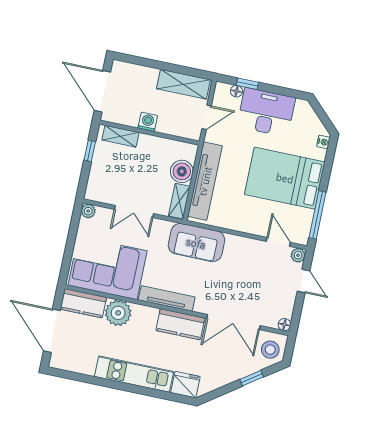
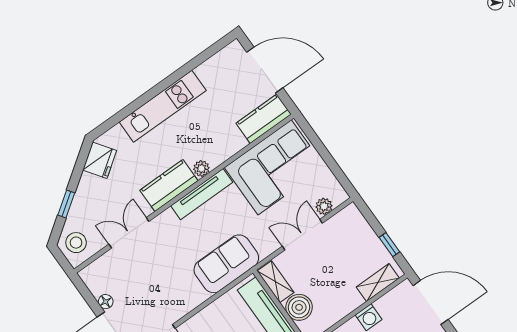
plant: (88, 211) -> (324, 206), moved
plant: (118, 313) -> (201, 169), moved, width x0.53, depth x0.53
double door: (233, 322) -> (129, 233), width x0.73
floor lamp: (284, 325) -> (106, 302), moved
fridge: (185, 385) -> (100, 160), moved, turned -35

